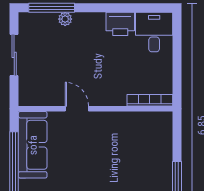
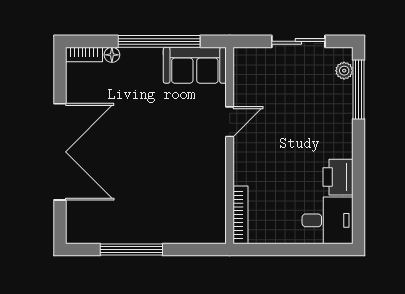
plant: (65, 19) -> (344, 71), moved
sofa: (33, 145) -> (195, 65), width x0.73

